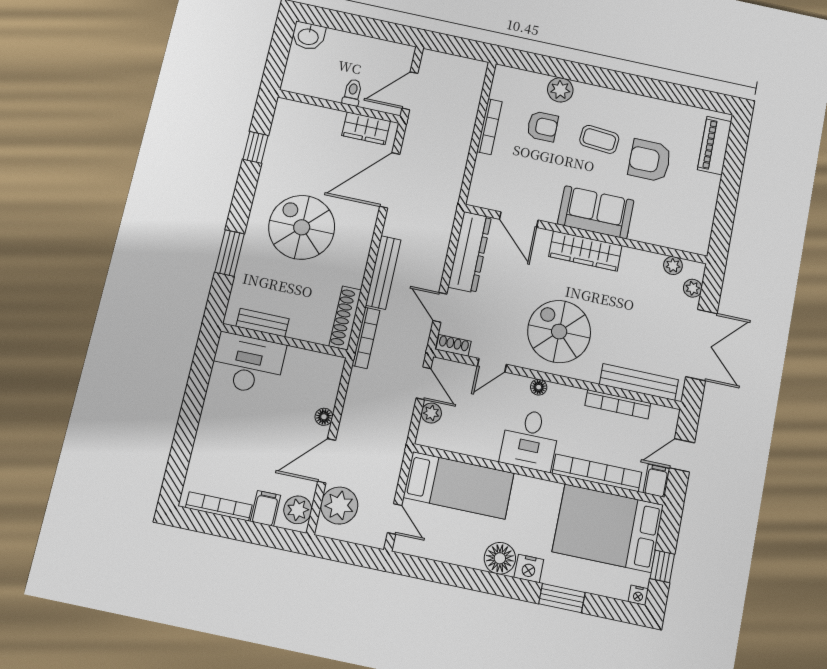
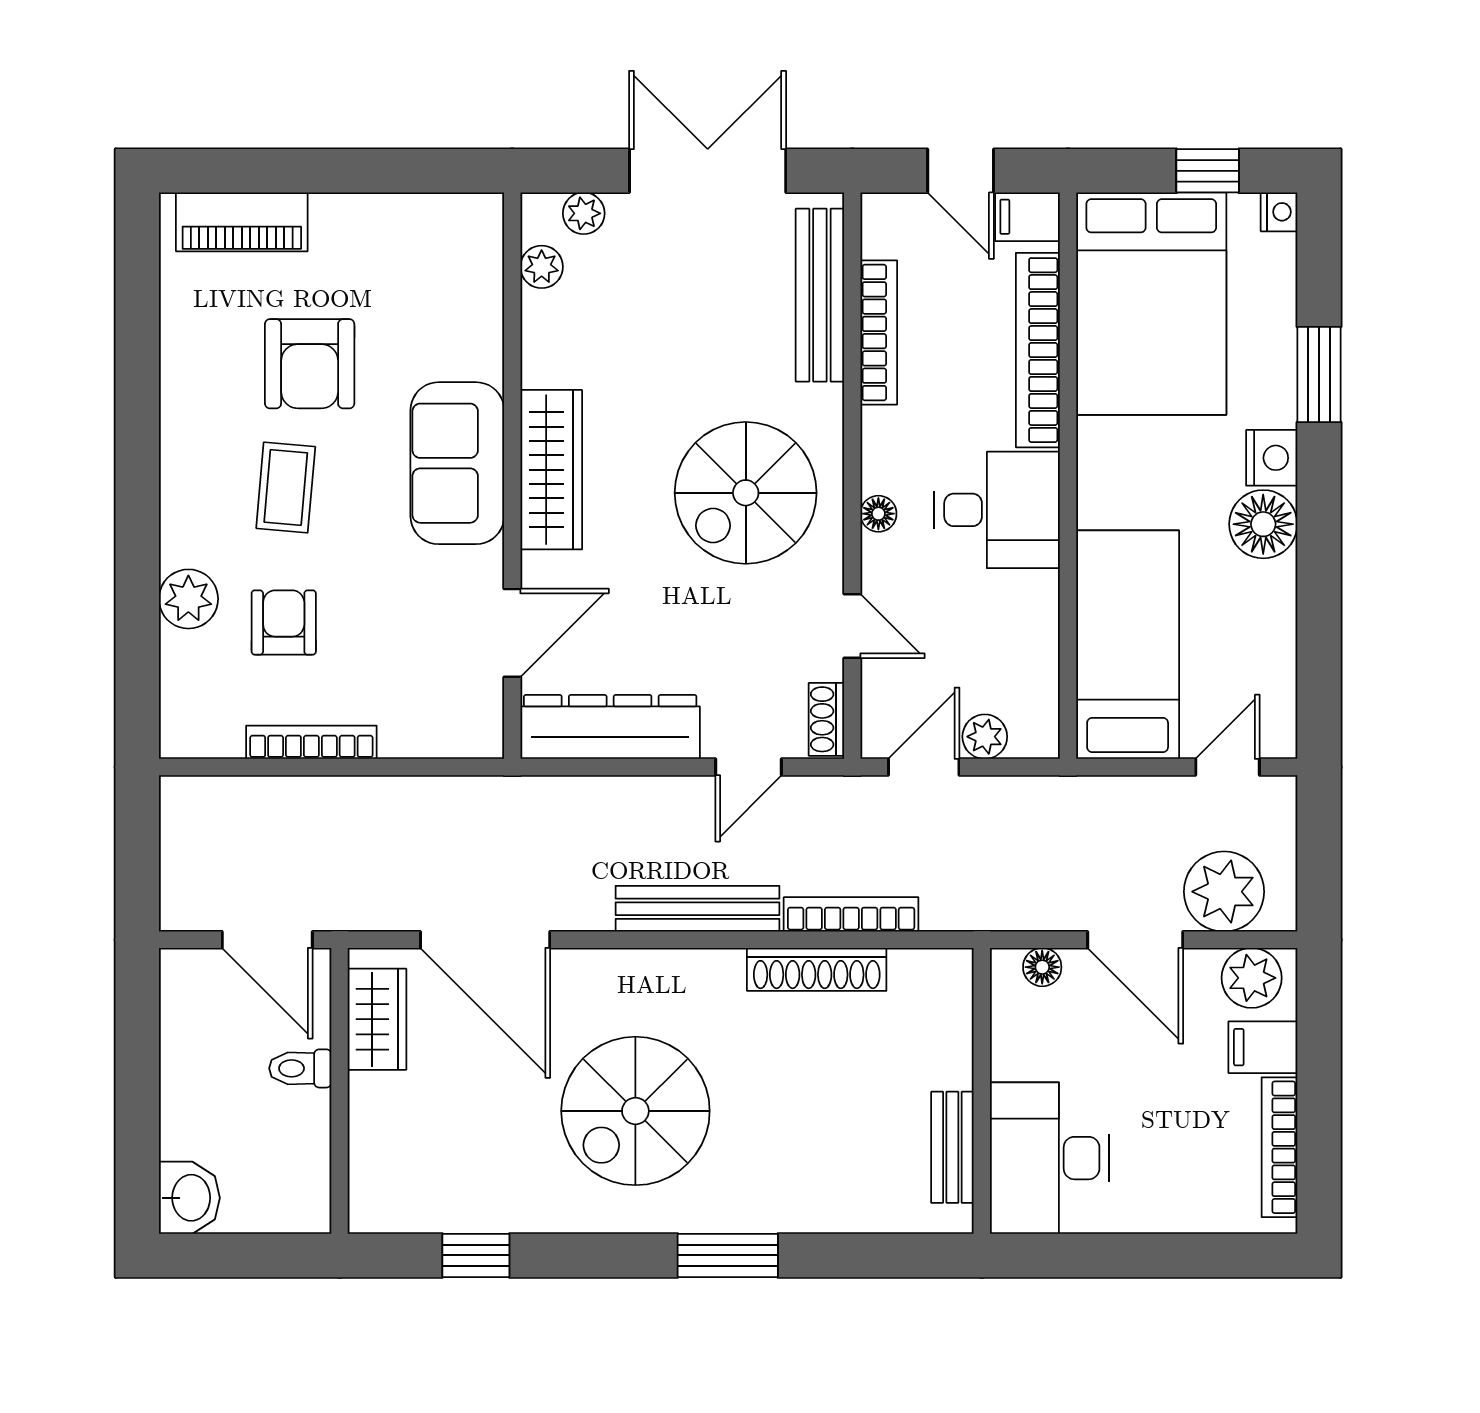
bench: (262, 323) -> (952, 1147), moved
wall: (284, 341) -> (982, 1091), moved
desk: (248, 364) -> (1049, 1158), moved

